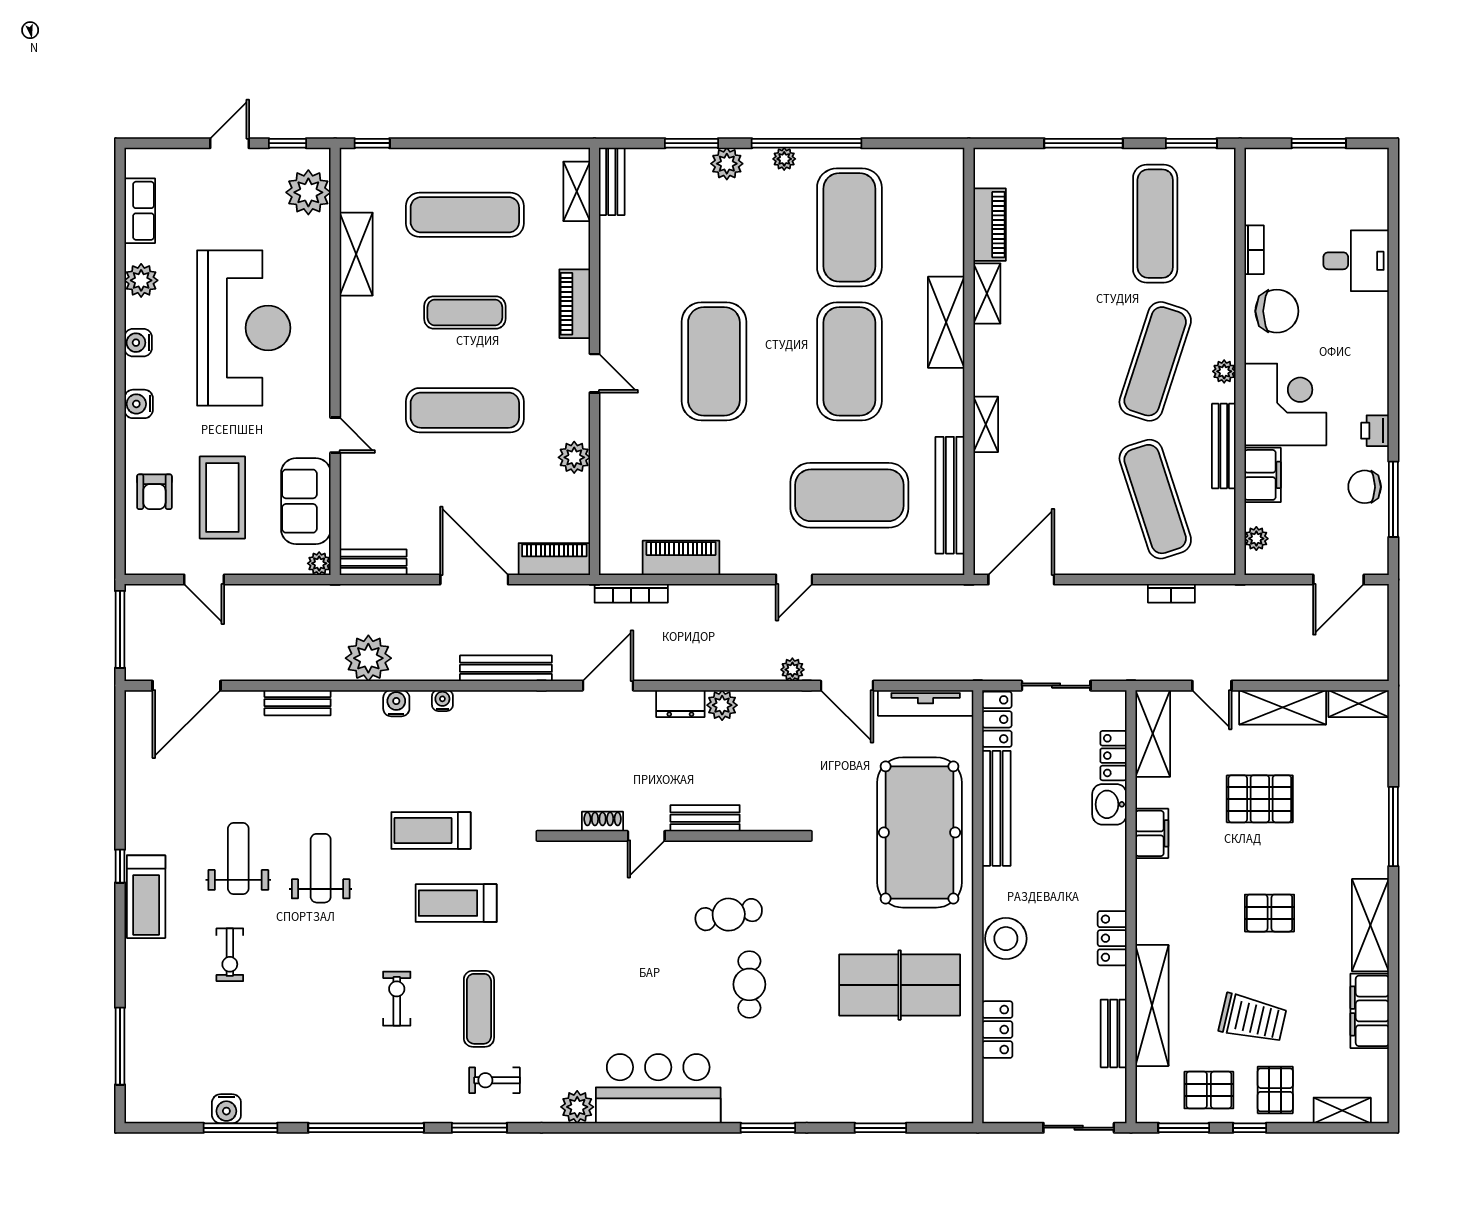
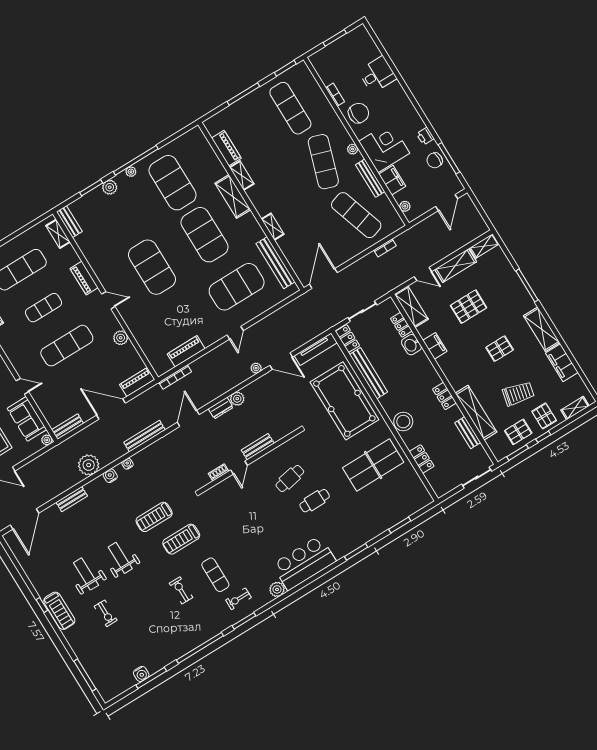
cafe table: (749, 984) -> (315, 501), turned 90

